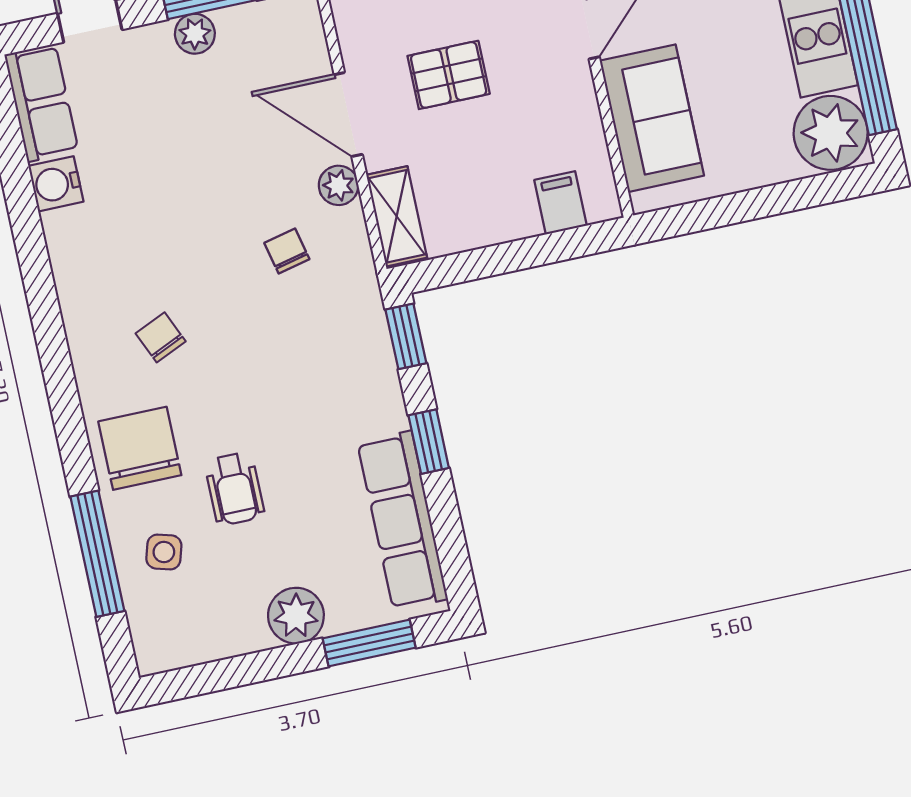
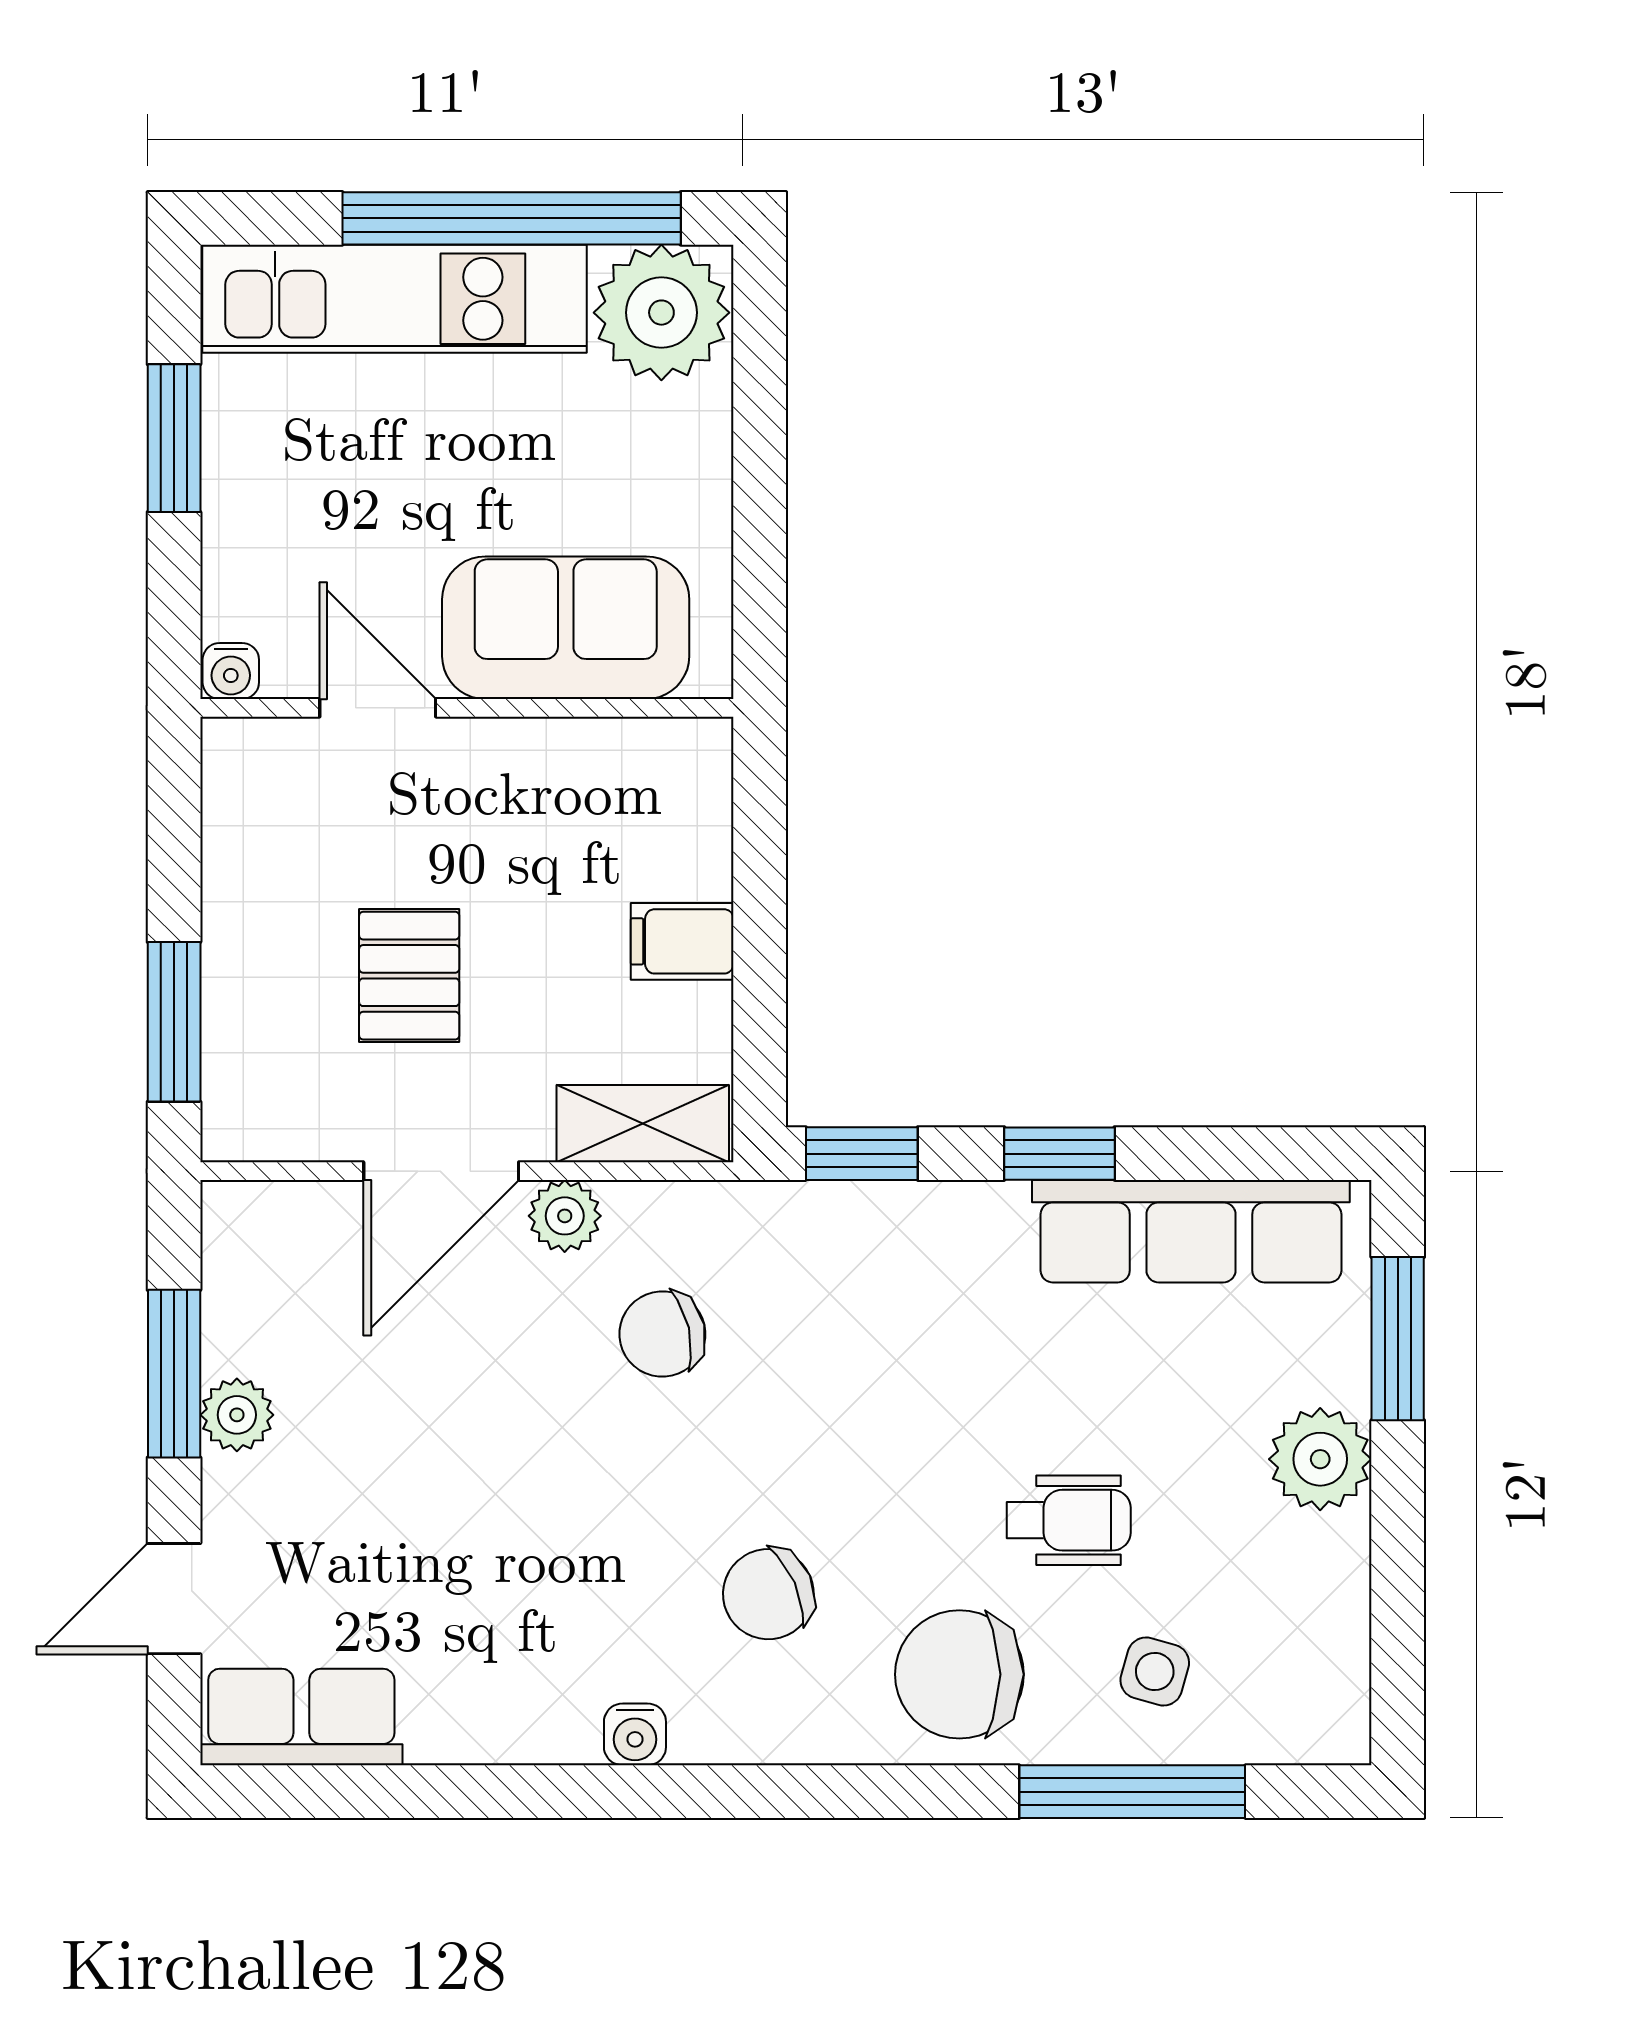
water cooler: (56, 184) -> (635, 1734), moved, width x0.72, depth x0.72
filing cabinet: (561, 203) -> (682, 941), moved
chair: (287, 251) -> (662, 1334), width x1.37, depth x1.37
chair: (161, 337) -> (768, 1594), width x1.37, depth x1.37

